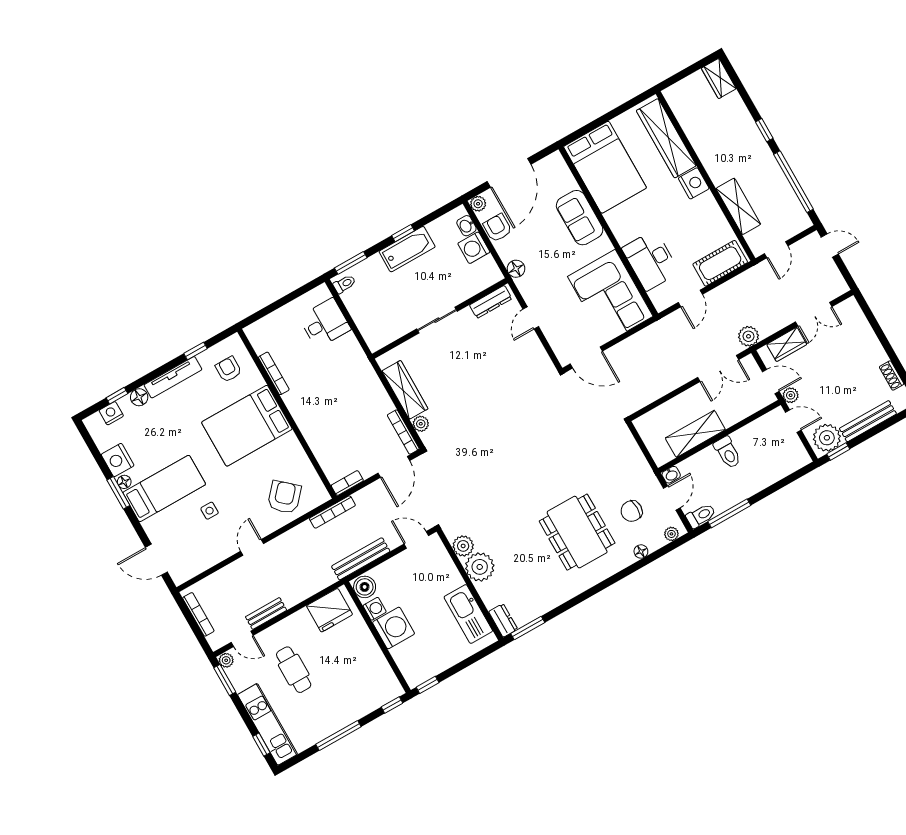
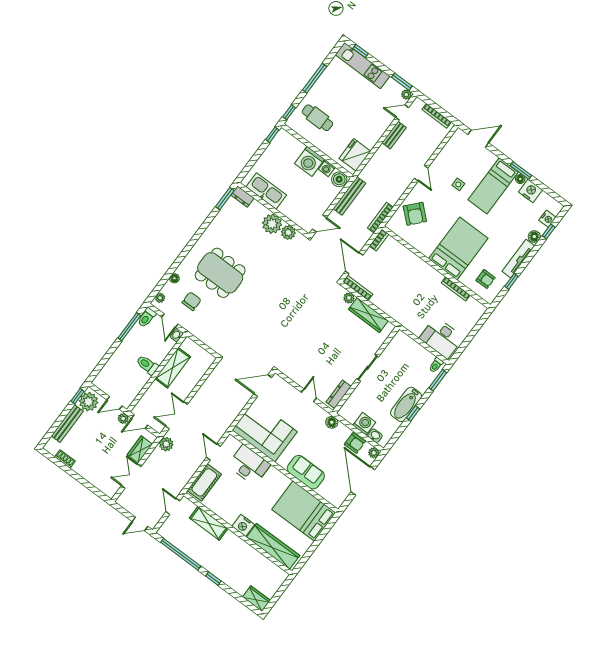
desk: (325, 323) -> (441, 338), width x1.37
cafe table: (294, 670) -> (317, 118), moved

